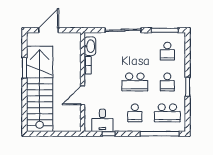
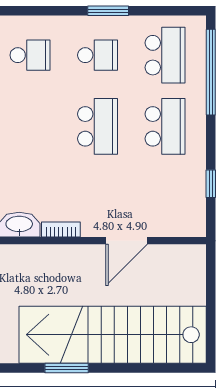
door: (83, 95) -> (127, 241), hinge flipped
school desk: (135, 113) -> (165, 126), width x1.85
desk: (102, 120) -> (181, 197), removed

